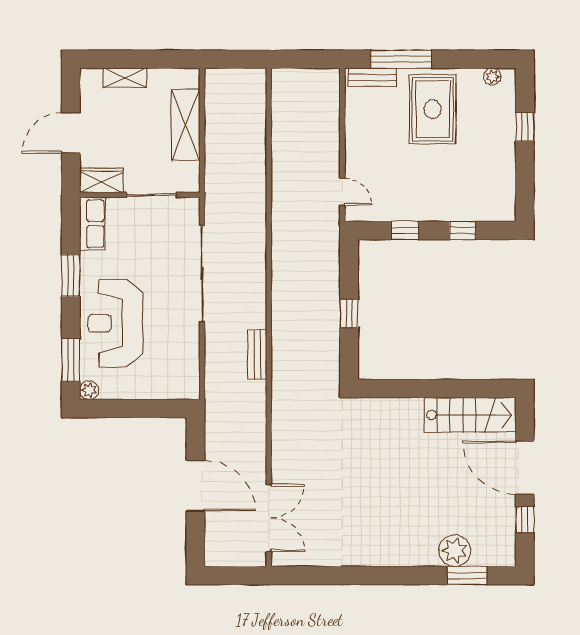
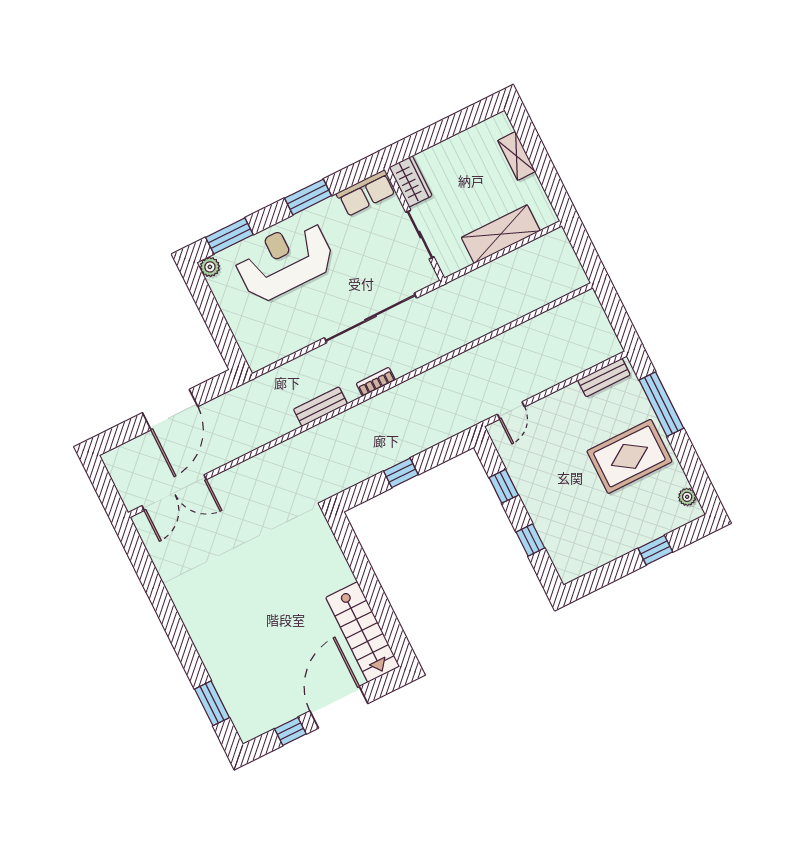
bench: (372, 77) -> (604, 378), moved, turned 90
door: (71, 133) -> (440, 131), removed
bookcase: (260, 296) -> (376, 382), added
plant: (455, 551) -> (229, 680), removed

